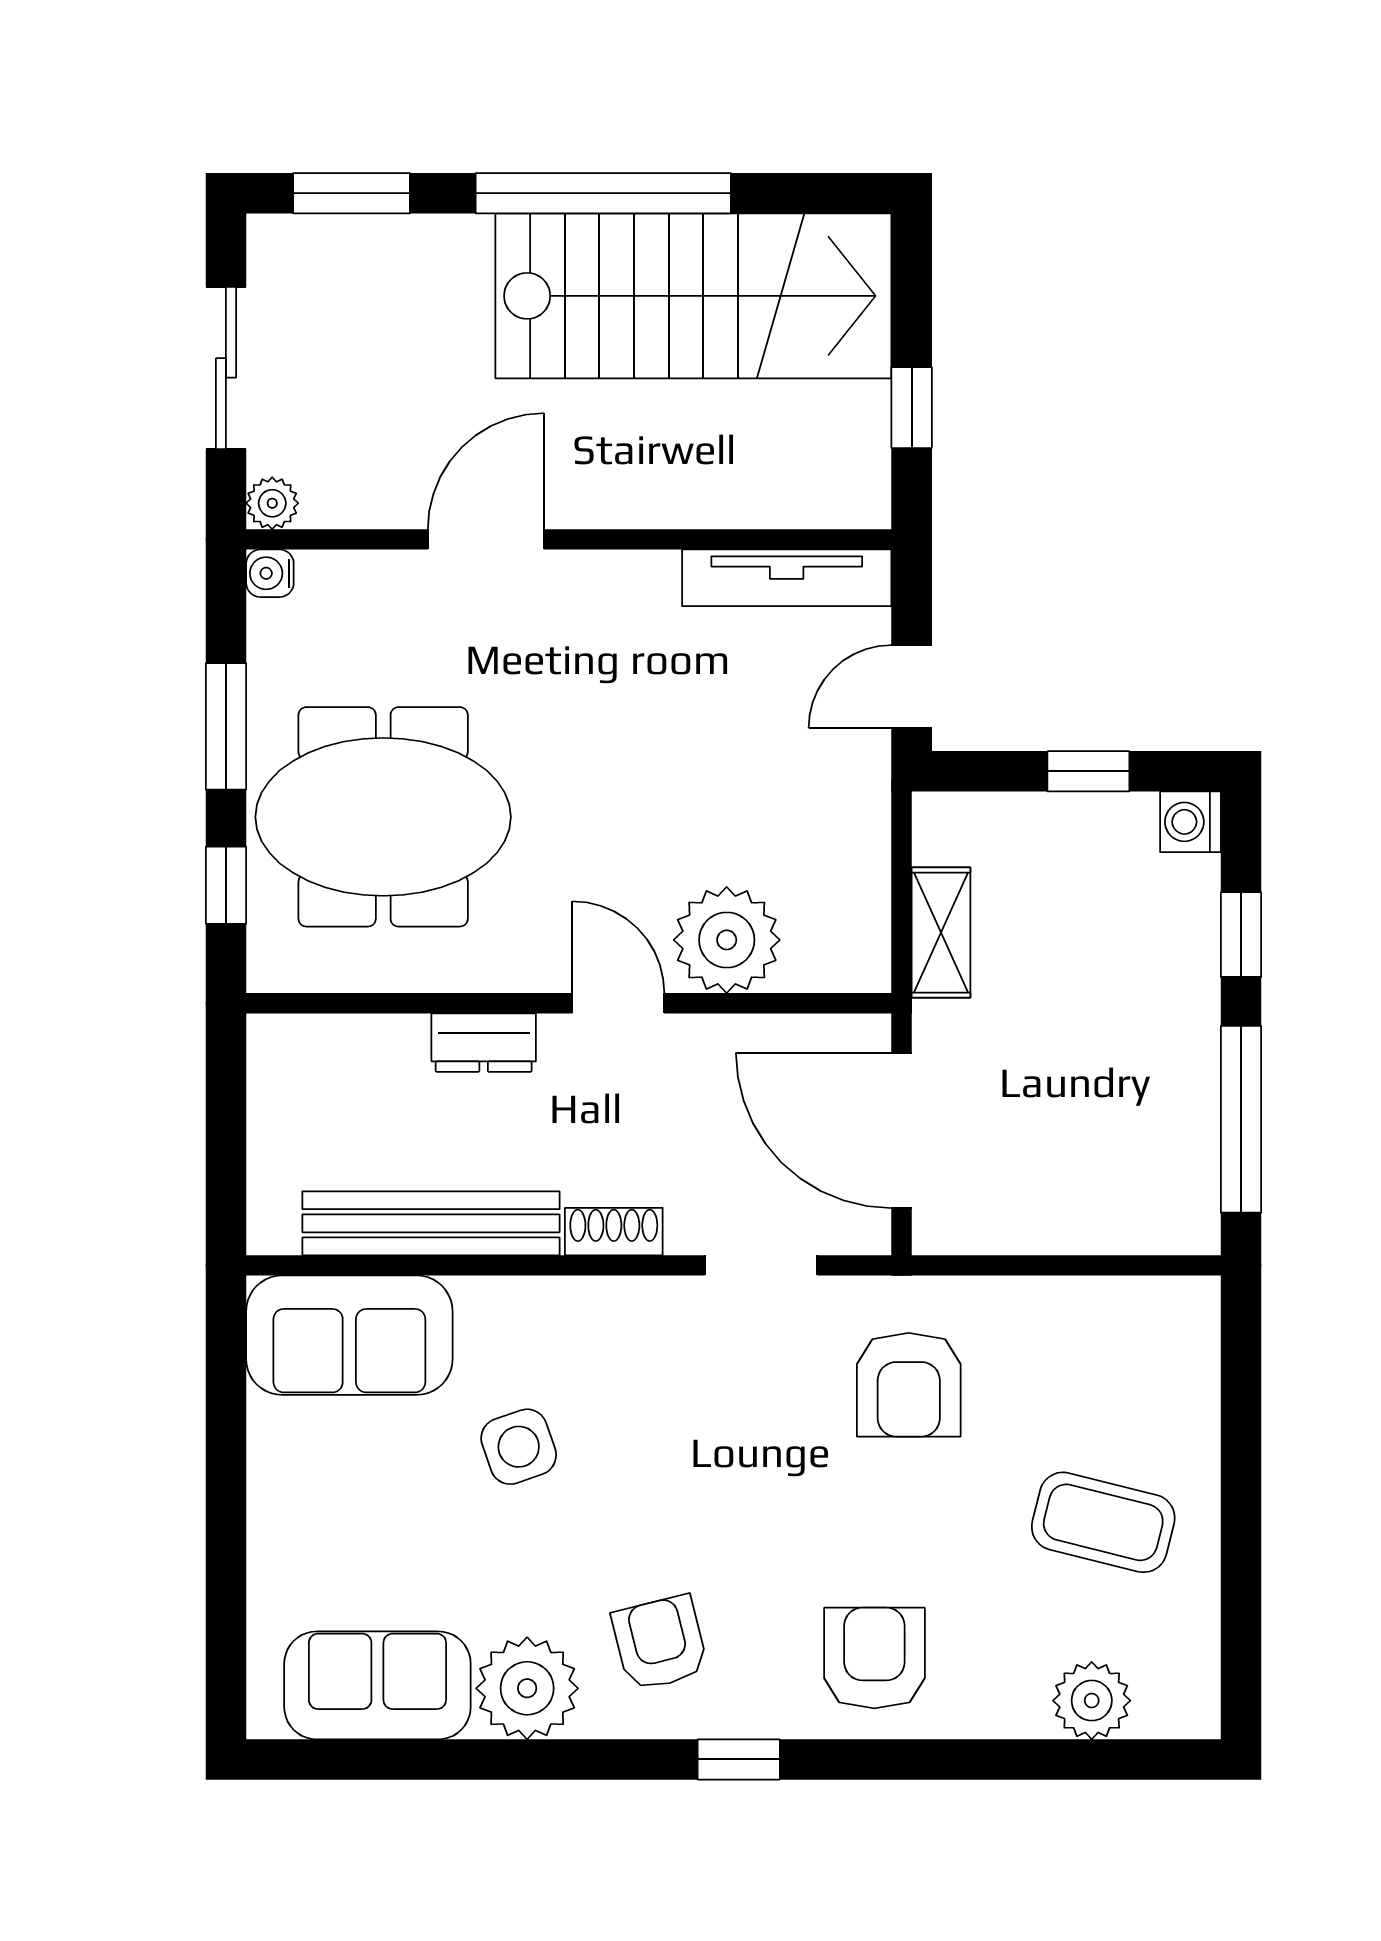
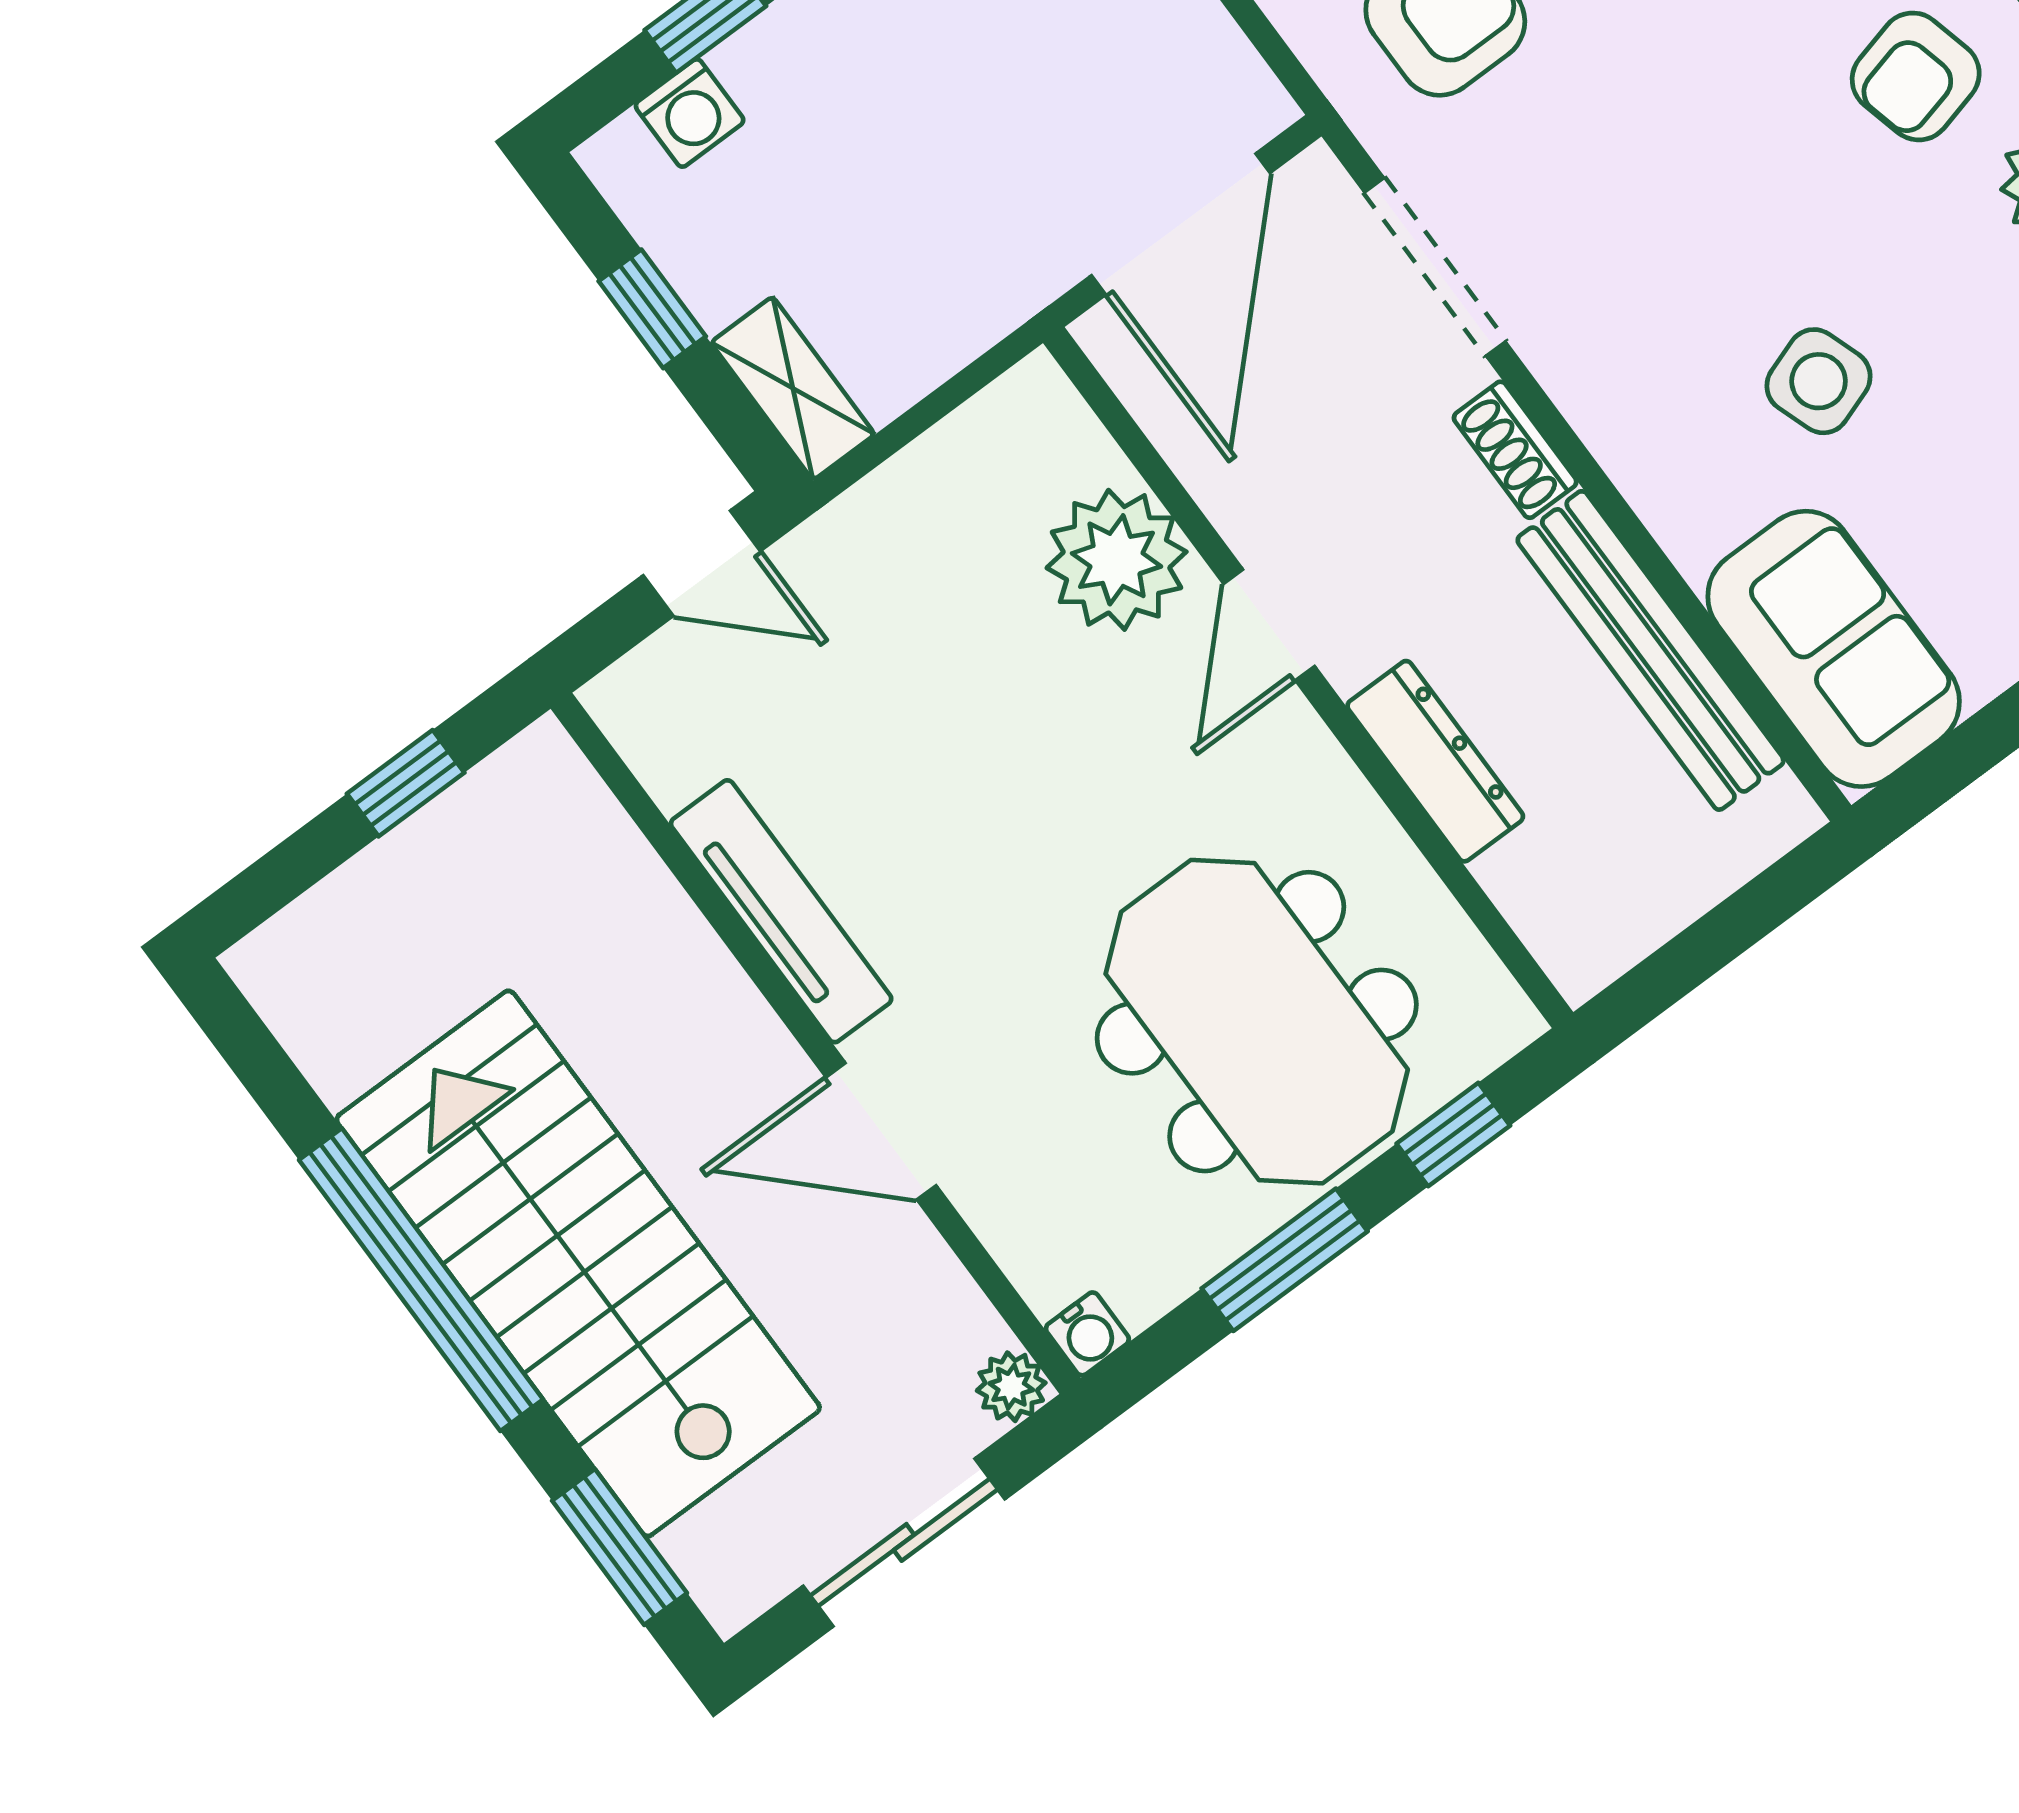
stairs: (693, 296) -> (578, 1264), moved
tv unit: (787, 578) -> (781, 911), moved
washing machine: (1190, 822) -> (690, 113), moved
shelving: (941, 933) -> (793, 388), moved, turned 90
dresser: (484, 1043) -> (1435, 761), width x1.44
doorway: (761, 1265) -> (1435, 267), width x1.38

